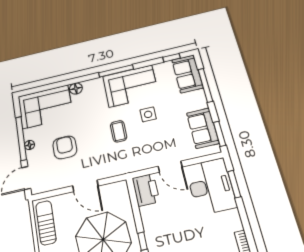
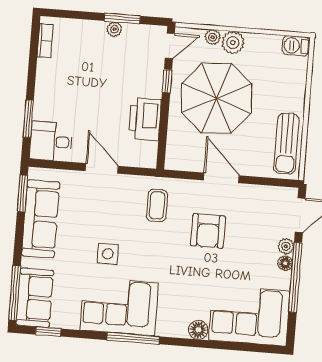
window: (205, 85) -> (15, 293), moved
sofa: (203, 128) -> (41, 219), width x1.36
coffee table: (119, 131) -> (157, 205), moved
armchair: (65, 147) -> (208, 231), moved
plant: (31, 155) -> (286, 246), added
desk: (211, 186) -> (51, 141), width x0.53, depth x0.77
printer: (146, 190) -> (145, 119), moved

